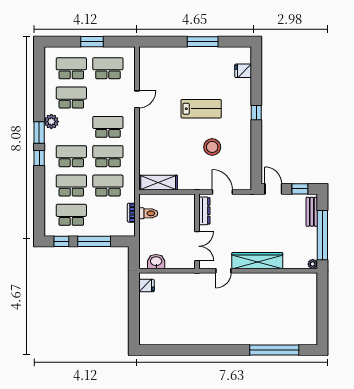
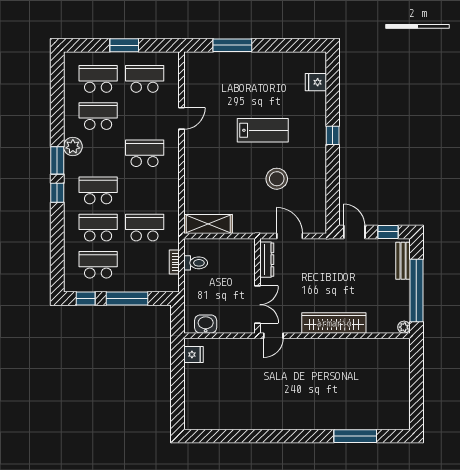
window: (203, 42) -> (232, 45), moved
school desk: (108, 156) -> (145, 190), removed
door: (223, 271) -> (273, 336), moved
window: (274, 350) -> (355, 436), width x0.68

